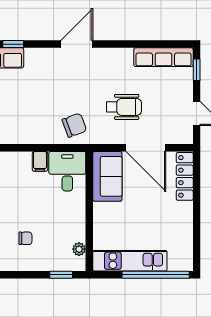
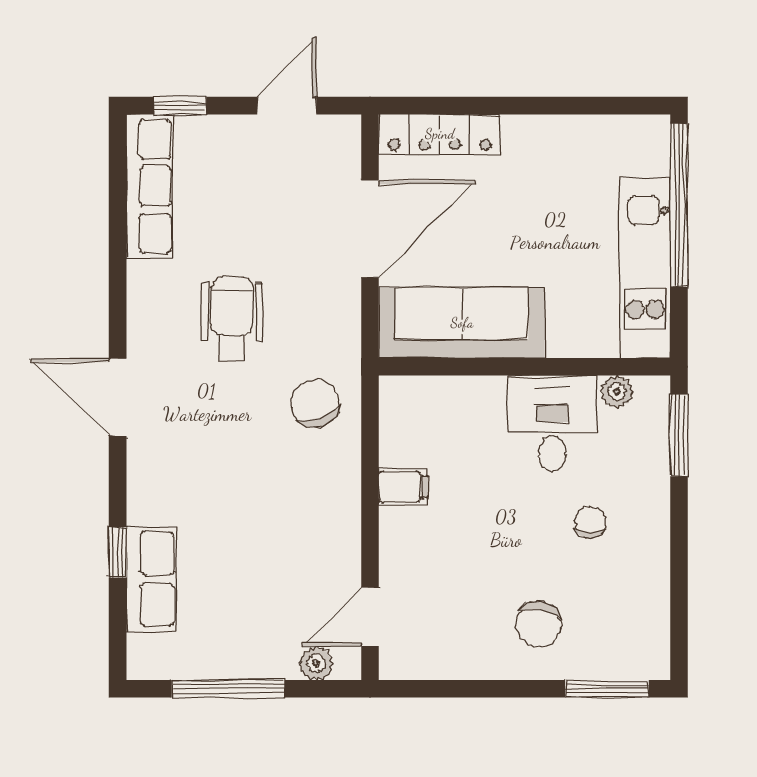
wheelchair: (124, 107) -> (232, 319), moved
desk: (67, 171) -> (552, 424), moved, turned 90
sofa: (107, 176) -> (462, 323), width x1.36
window: (61, 275) -> (679, 435), width x1.50

